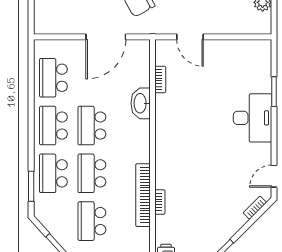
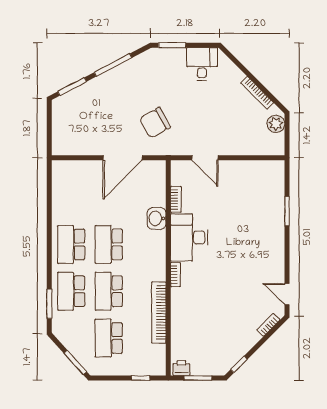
school desk: (53, 78) -> (71, 198), removed
washbasin: (141, 103) -> (157, 218), width x0.72
desk: (252, 118) -> (189, 237), moved, turned 180
door: (274, 176) -> (287, 294), hinge flipped
bookcase: (160, 202) -> (175, 275), moved

